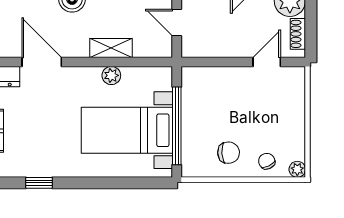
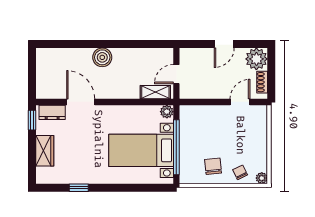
door: (177, 23) -> (176, 74), hinge flipped
shelving: (111, 48) -> (155, 92), moved
plant: (111, 75) -> (167, 112), moved
chair: (229, 153) -> (213, 166), turned -93

